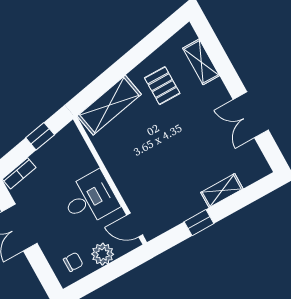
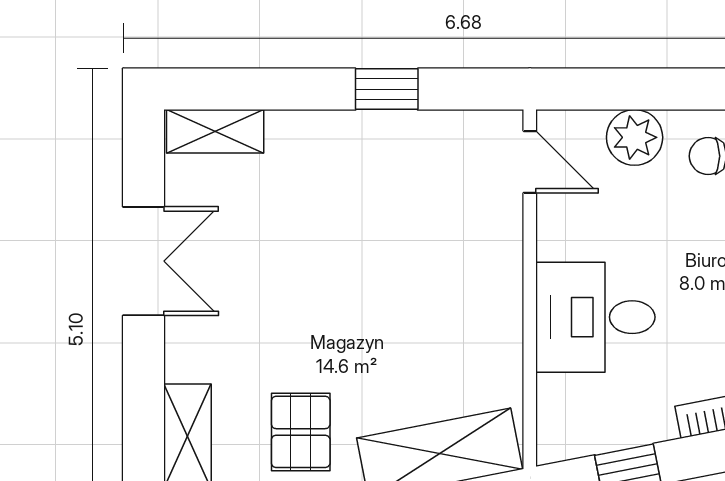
shelving: (222, 191) -> (215, 131), moved
desk: (90, 199) -> (595, 317), moved

